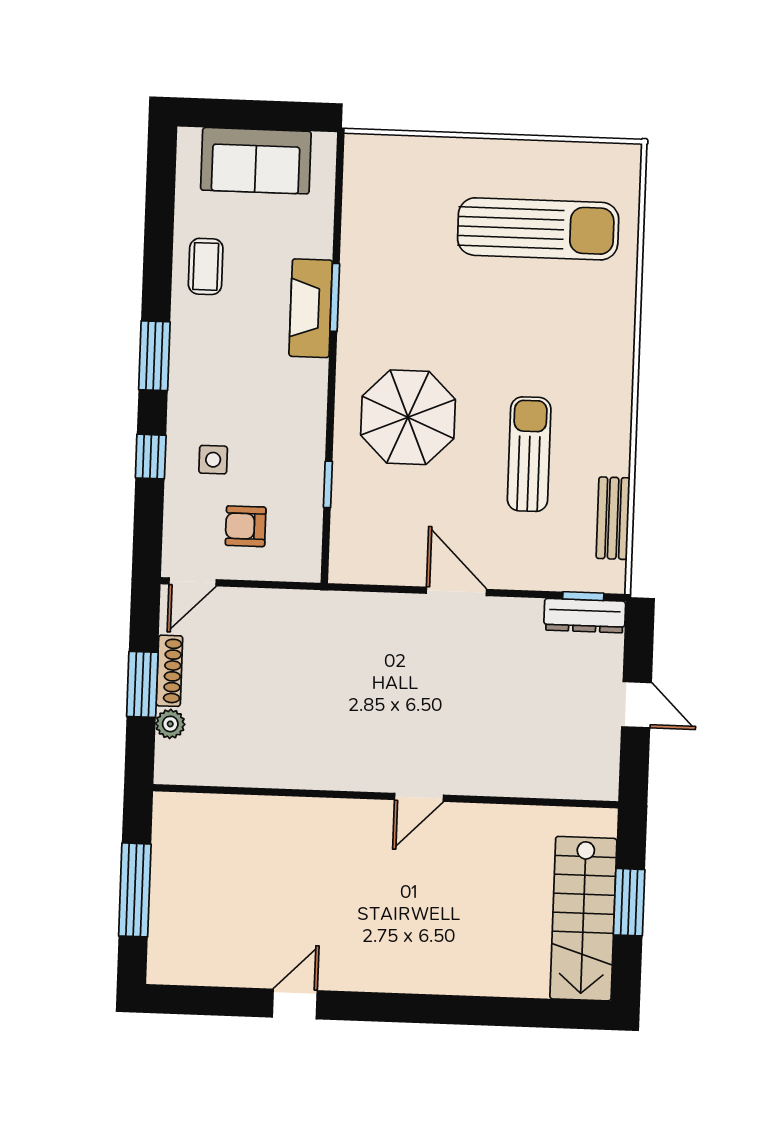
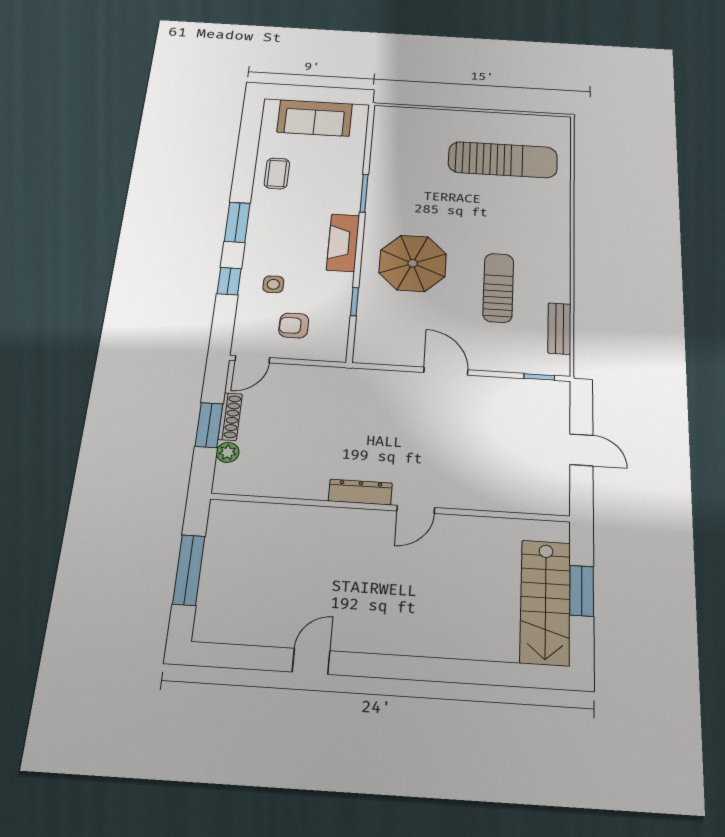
fireplace: (311, 308) -> (343, 243), moved
dresser: (585, 616) -> (360, 492), moved, turned 180

